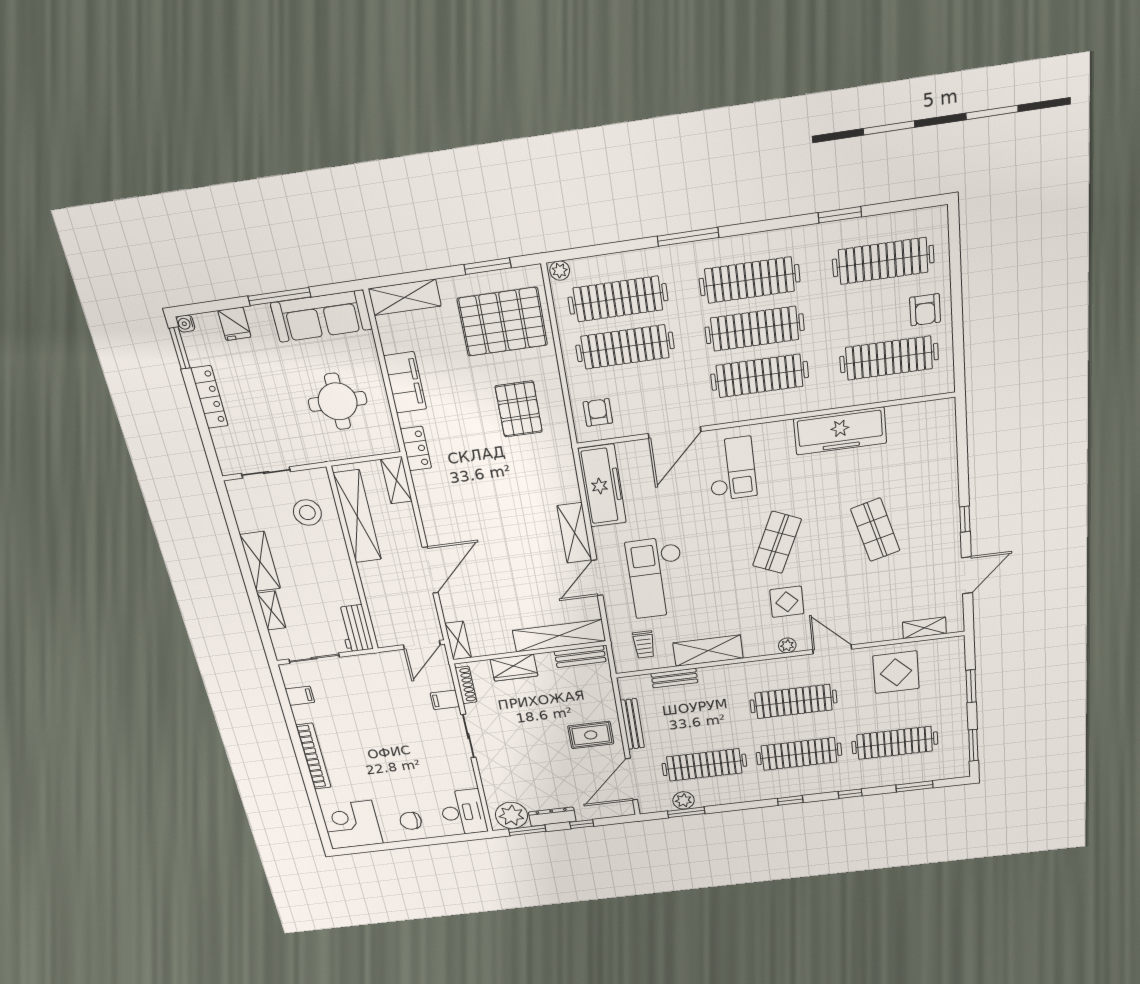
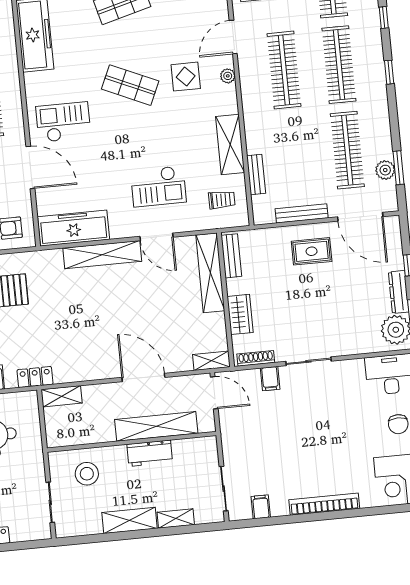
shelving: (357, 517) -> (156, 426), moved
shelving: (574, 533) -> (102, 255), width x1.47
checkout: (657, 578) -> (158, 186), width x0.73, depth x0.83
workbench: (355, 628) -> (150, 453), moved
rug: (591, 735) -> (312, 251), turned 90

